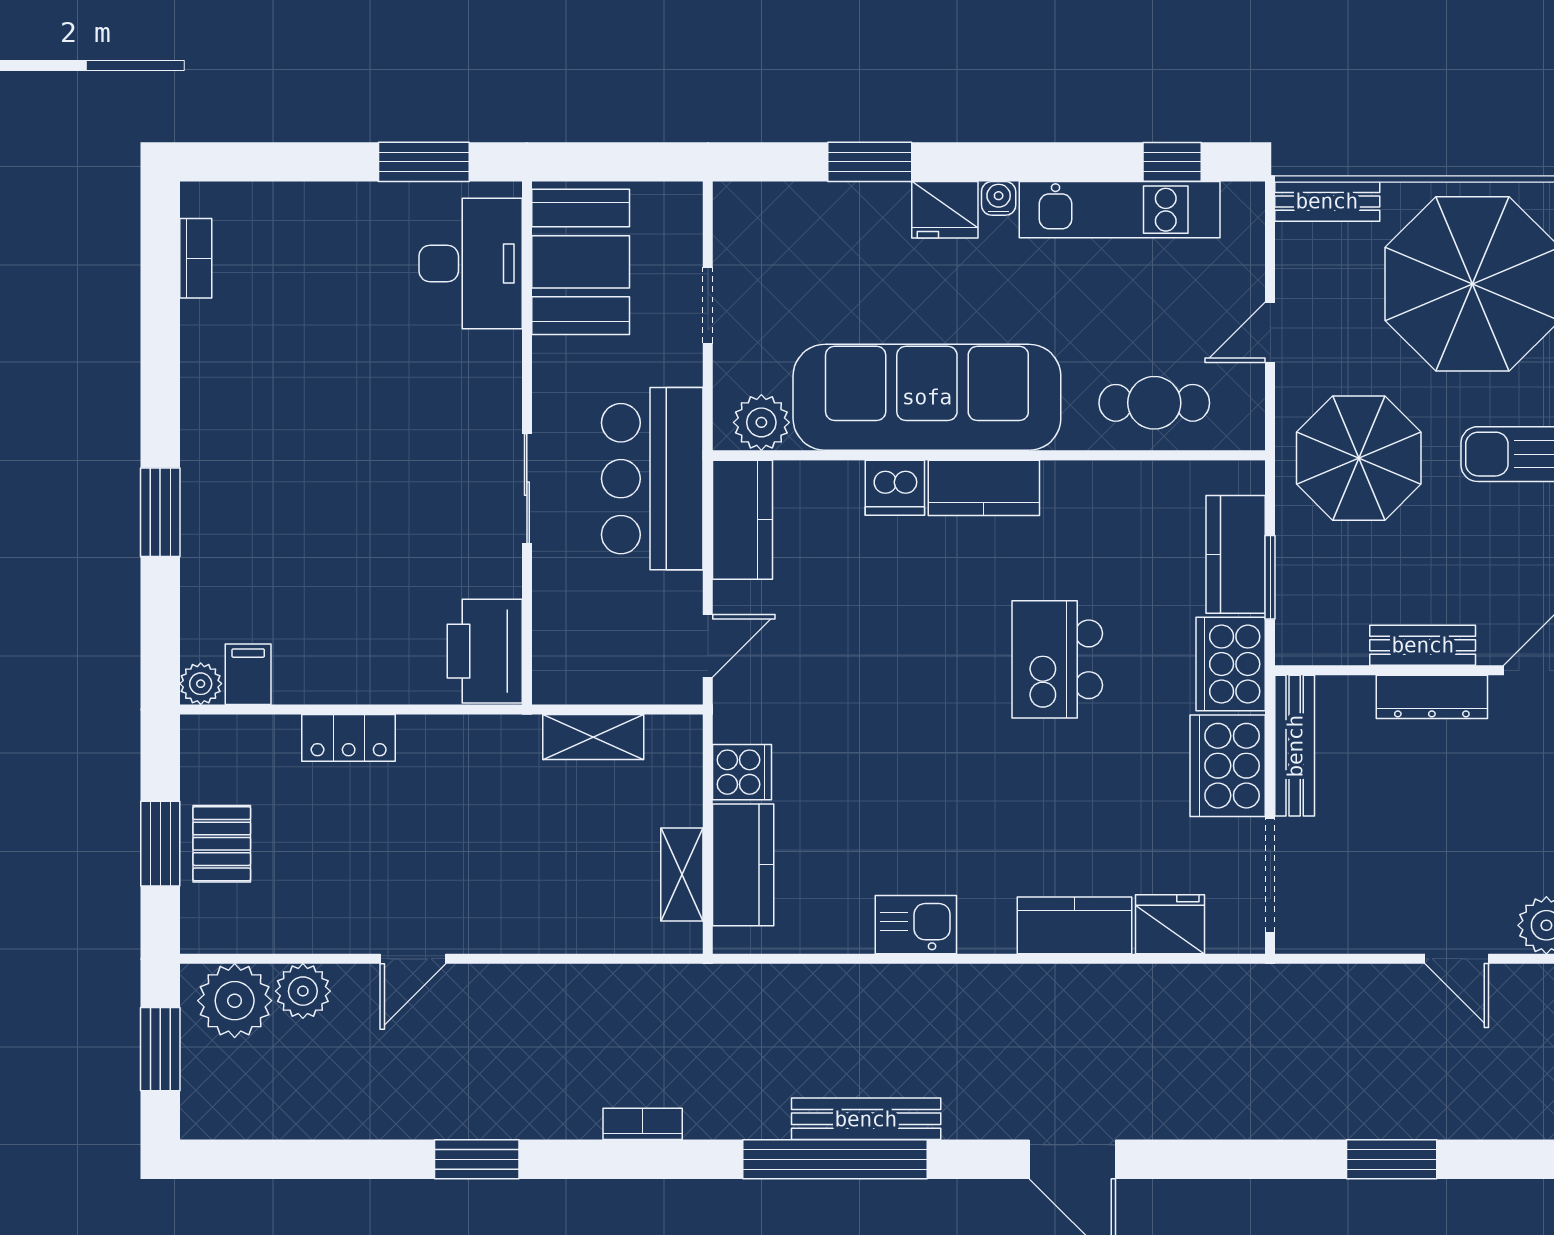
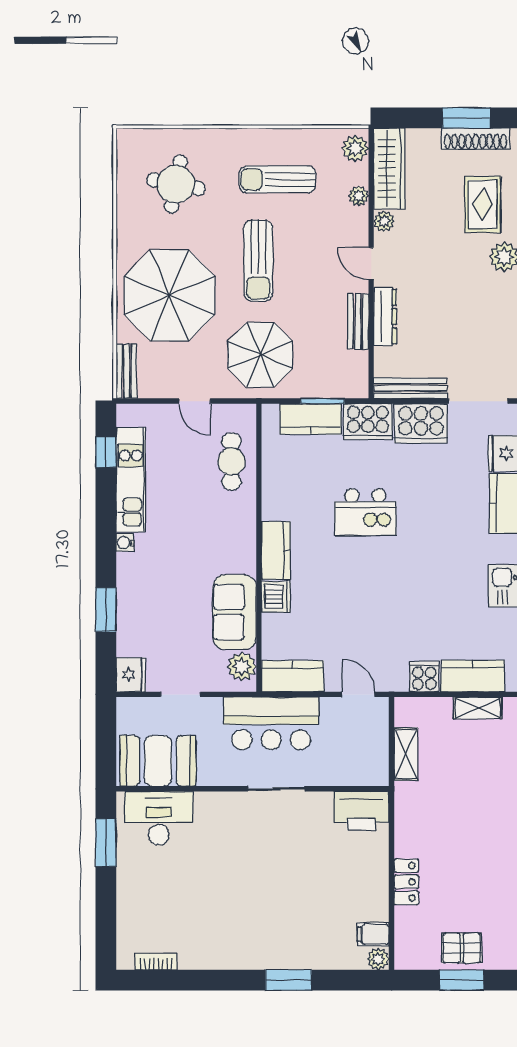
fridge: (945, 210) -> (131, 675), moved
sofa: (927, 397) -> (235, 612), width x0.54, depth x0.79

